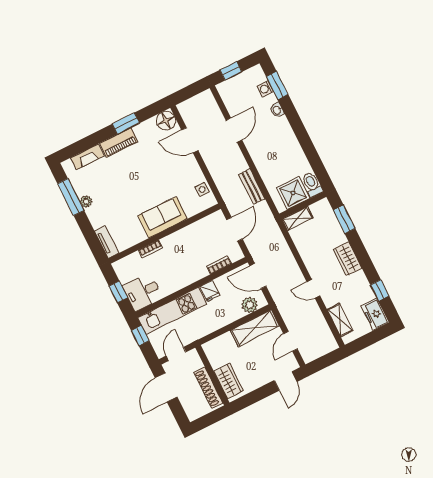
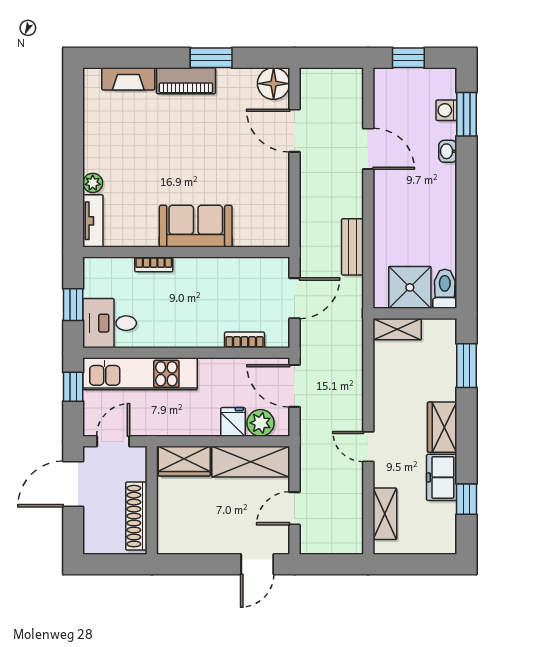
door: (234, 130) -> (368, 149), hinge flipped
side table: (202, 190) -> (276, 214), removed
window: (71, 197) -> (73, 127), removed
plant: (86, 201) -> (93, 183), moved
fridge: (210, 291) -> (233, 422), moved, turned 180
freezer: (375, 314) -> (442, 477), moved
wardrobe: (229, 381) -> (184, 461), moved, turned 90

